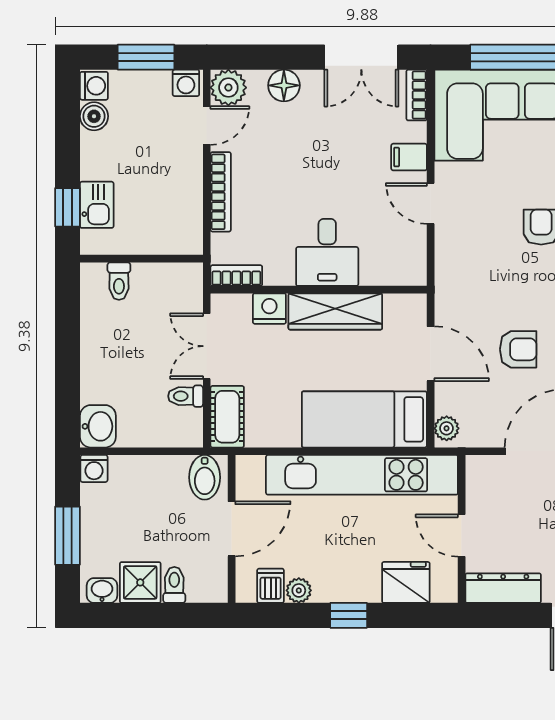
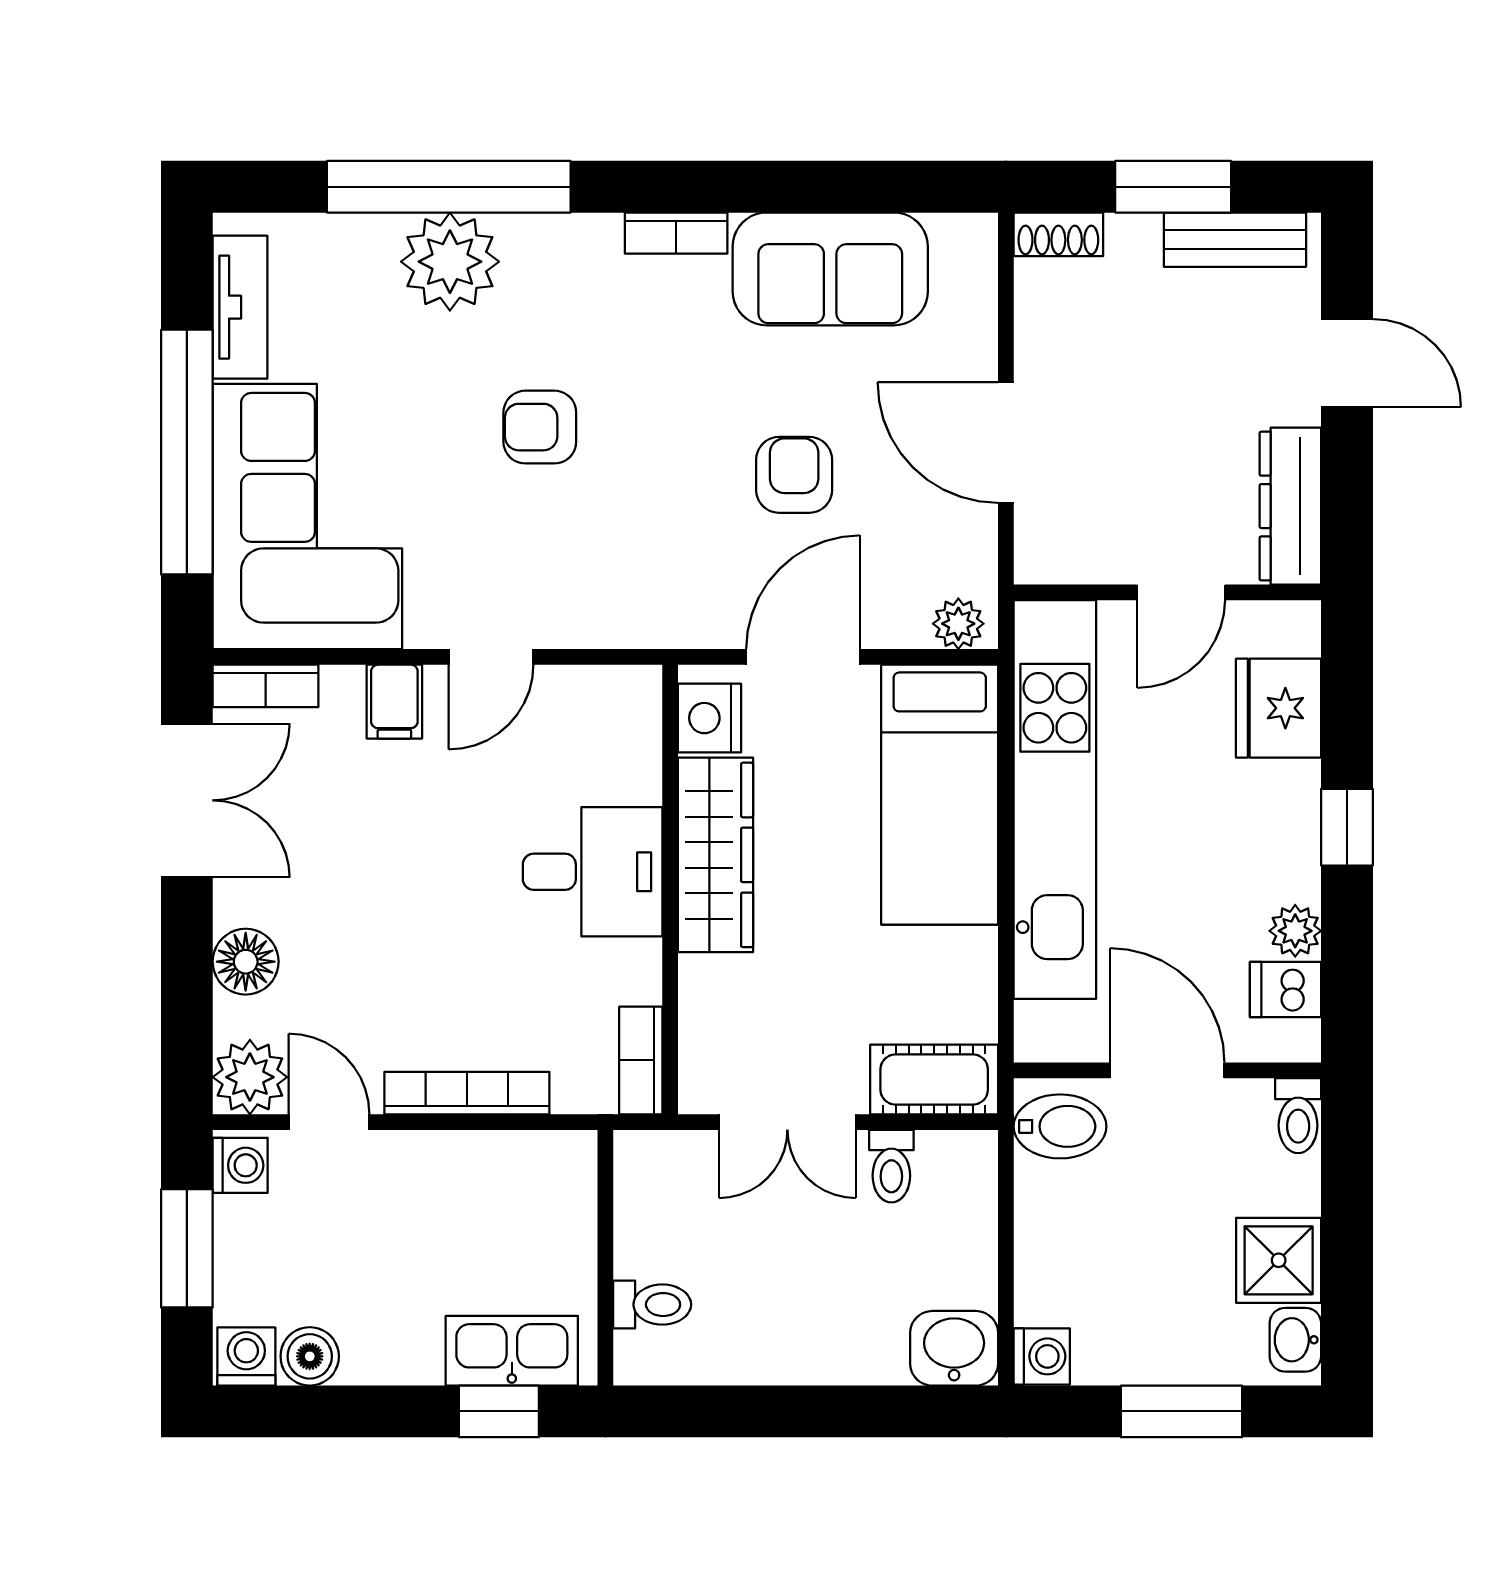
kitchen sink: (97, 205) -> (512, 1351), width x1.38
nightstand: (269, 309) -> (709, 718), moved
toilet: (174, 585) -> (1298, 1116), moved, turned -90

